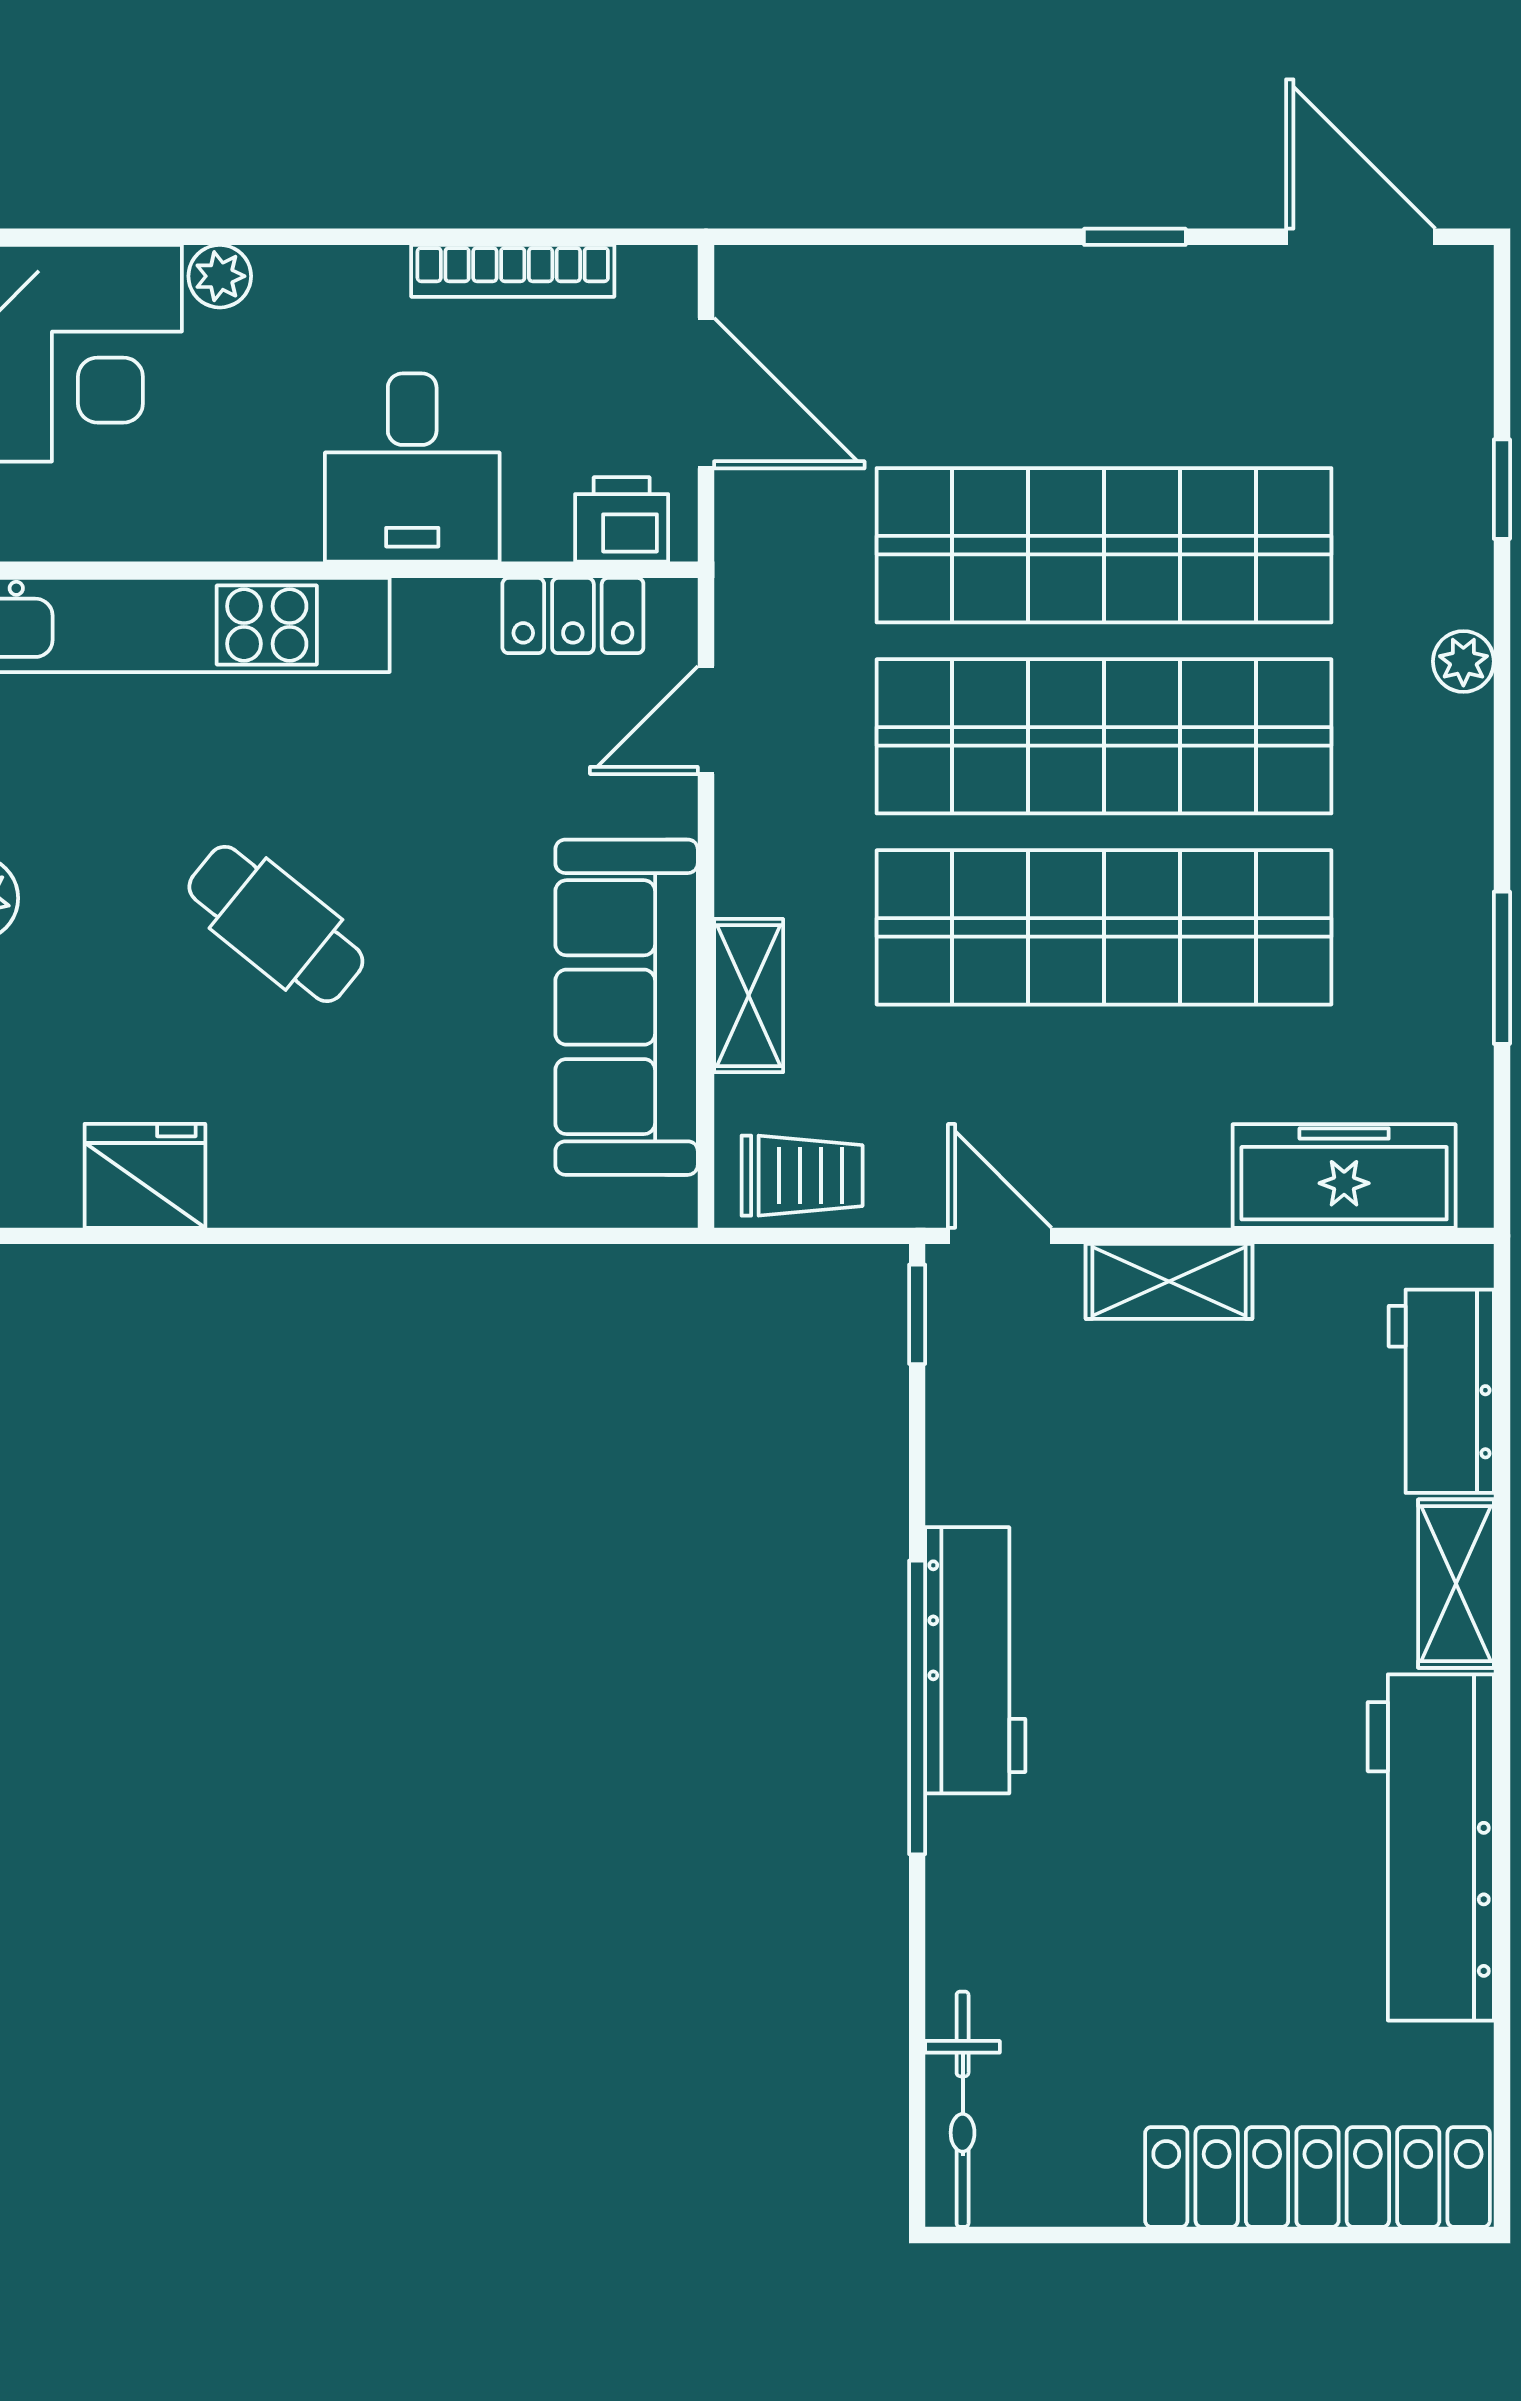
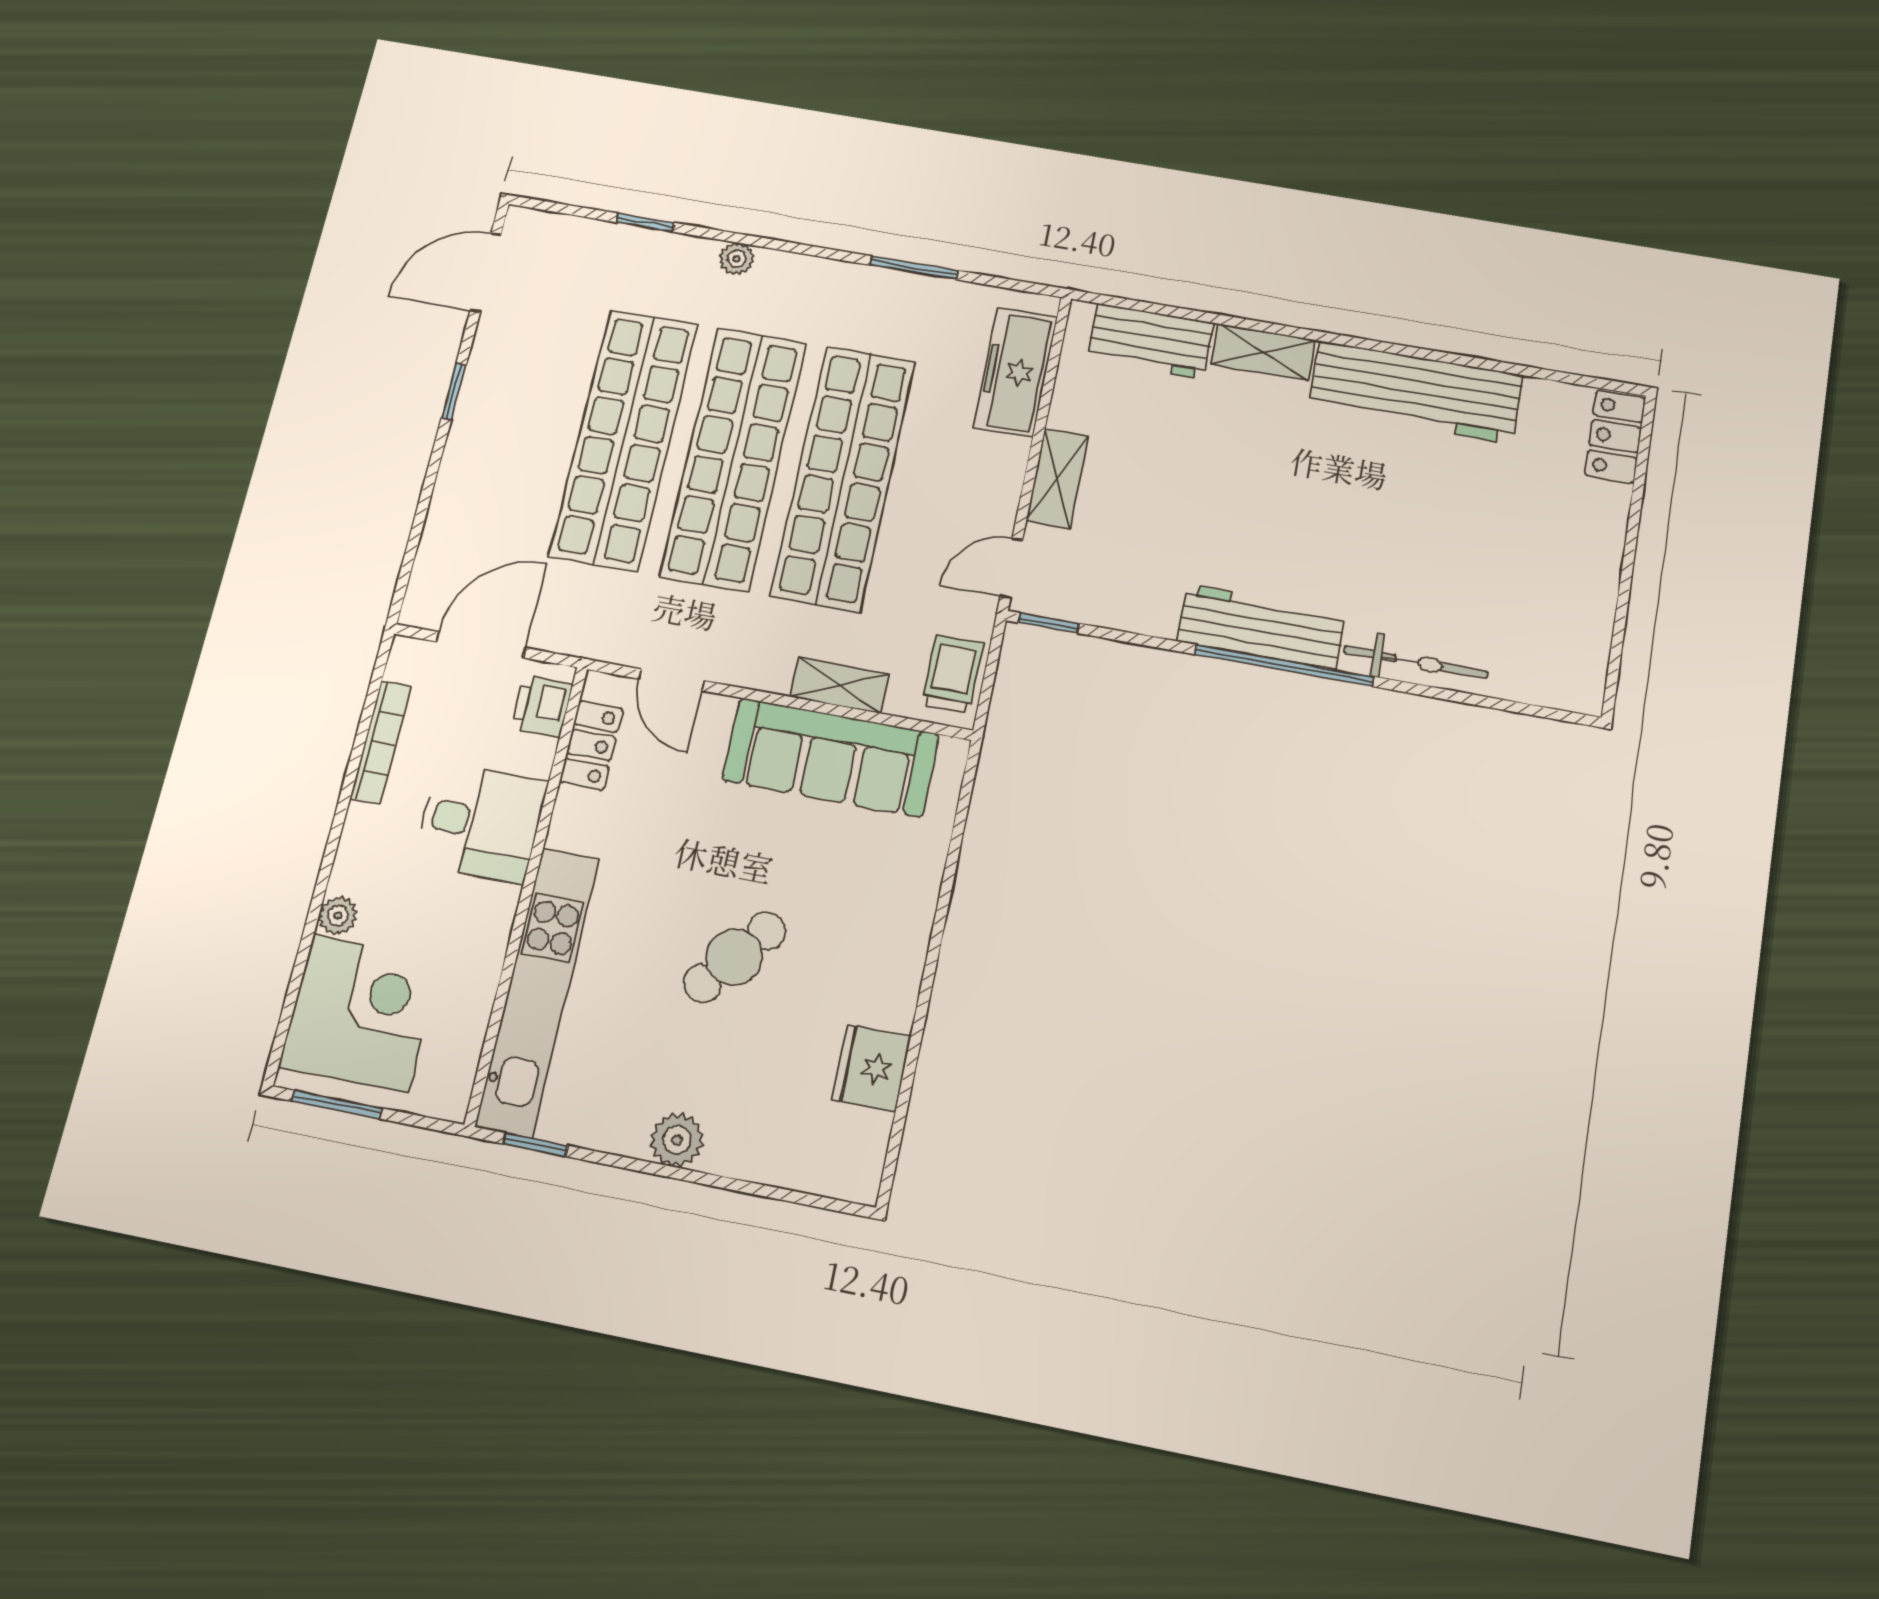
bicycle: (963, 2109) -> (1416, 662), moved
locker: (1317, 2177) -> (1615, 436), width x0.46, depth x0.83

